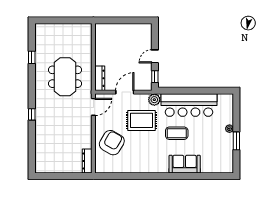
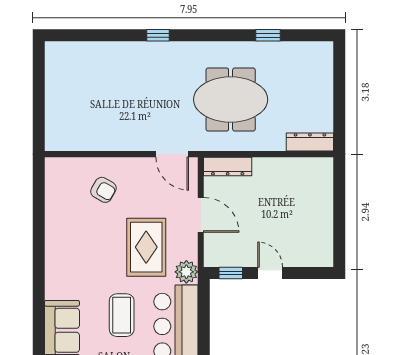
armchair: (112, 143) -> (103, 190), width x0.53, depth x0.53
dresser: (87, 161) -> (310, 142), moved

